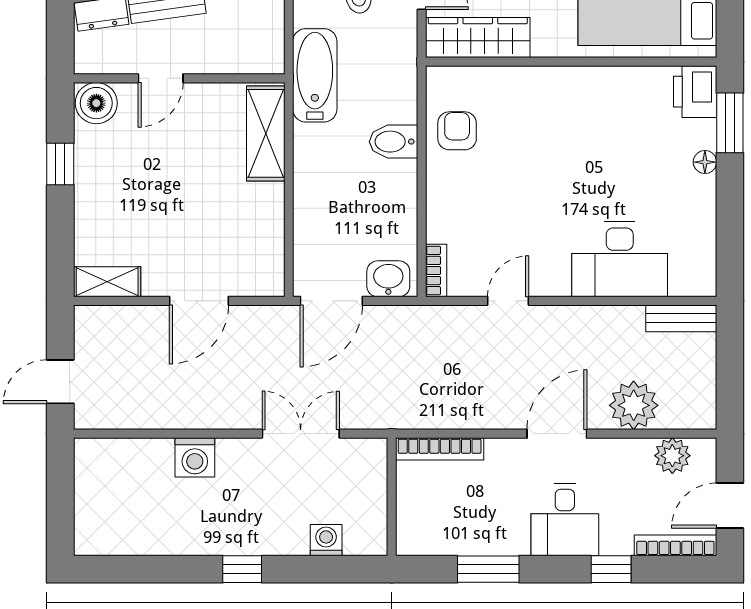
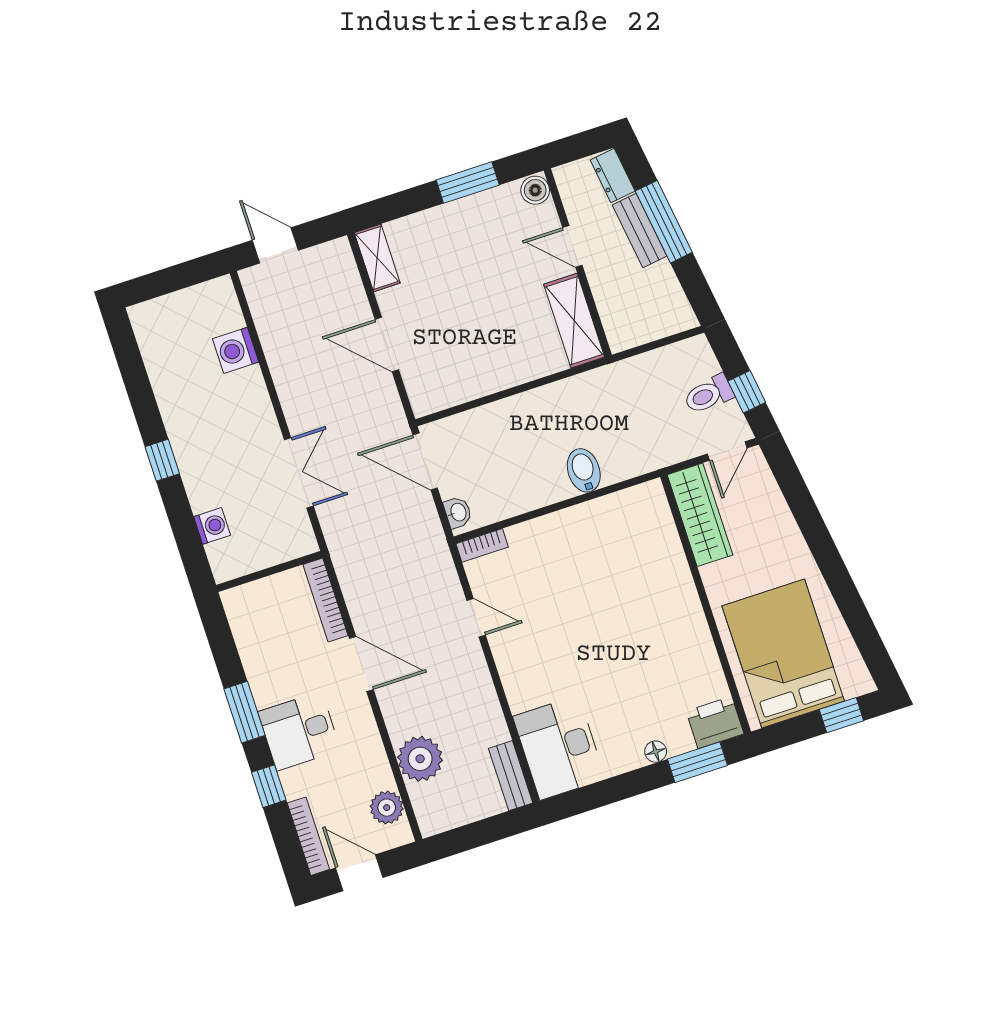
bathtub: (315, 75) -> (620, 382), removed
boiler: (96, 103) -> (535, 190), width x0.73, depth x0.73
armchair: (457, 131) -> (612, 523), removed
shelving: (266, 133) -> (574, 321), moved, turned 90
window: (60, 164) -> (468, 182), width x1.50
desk: (620, 259) -> (559, 748), moved
washbasin: (388, 279) -> (458, 512), width x0.72, depth x0.69
door: (557, 434) -> (361, 664), moved
washing machine: (195, 457) -> (236, 350), moved
window: (488, 569) -> (245, 712), moved

